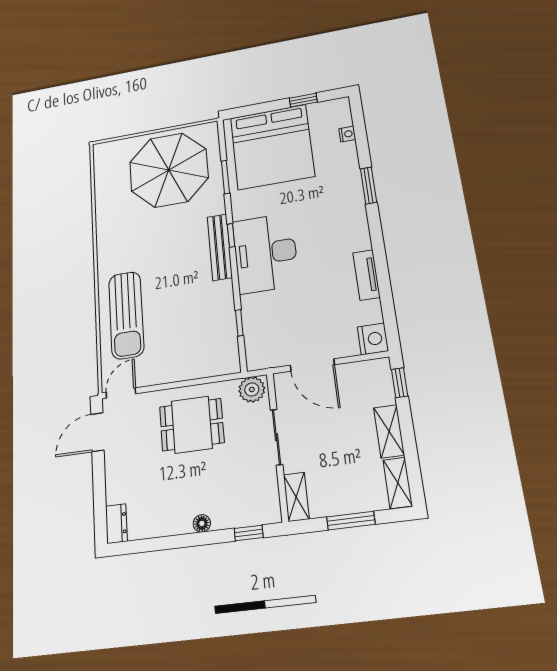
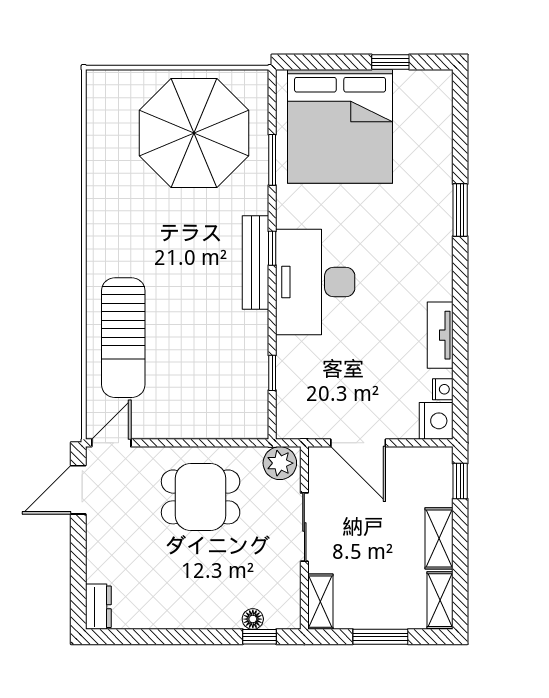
nightstand: (347, 134) -> (443, 389), moved
floor lamp: (202, 523) -> (253, 619), moved

